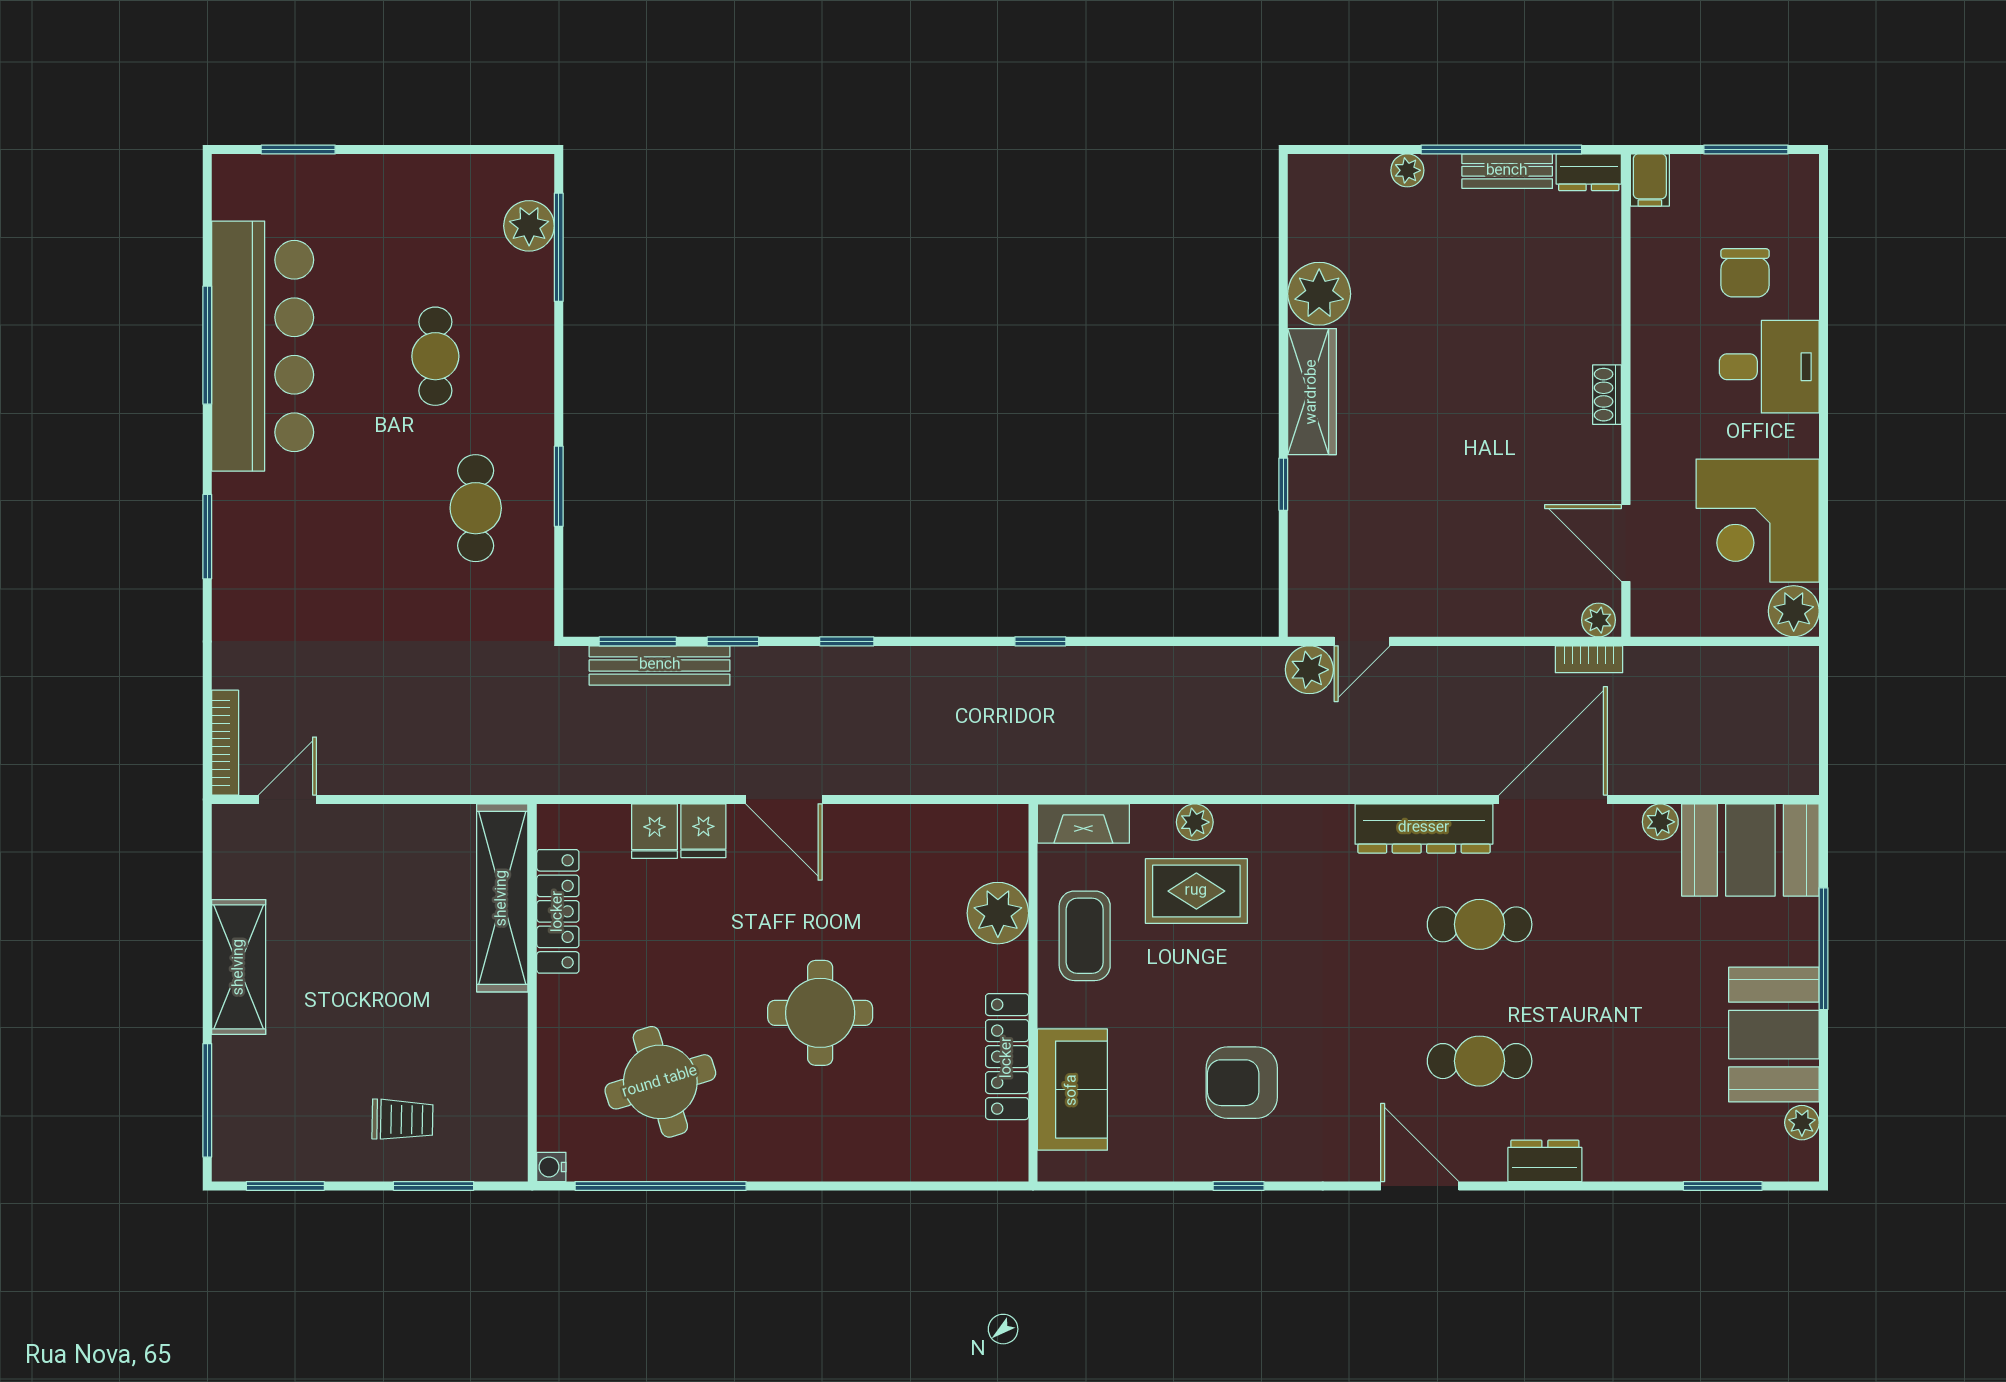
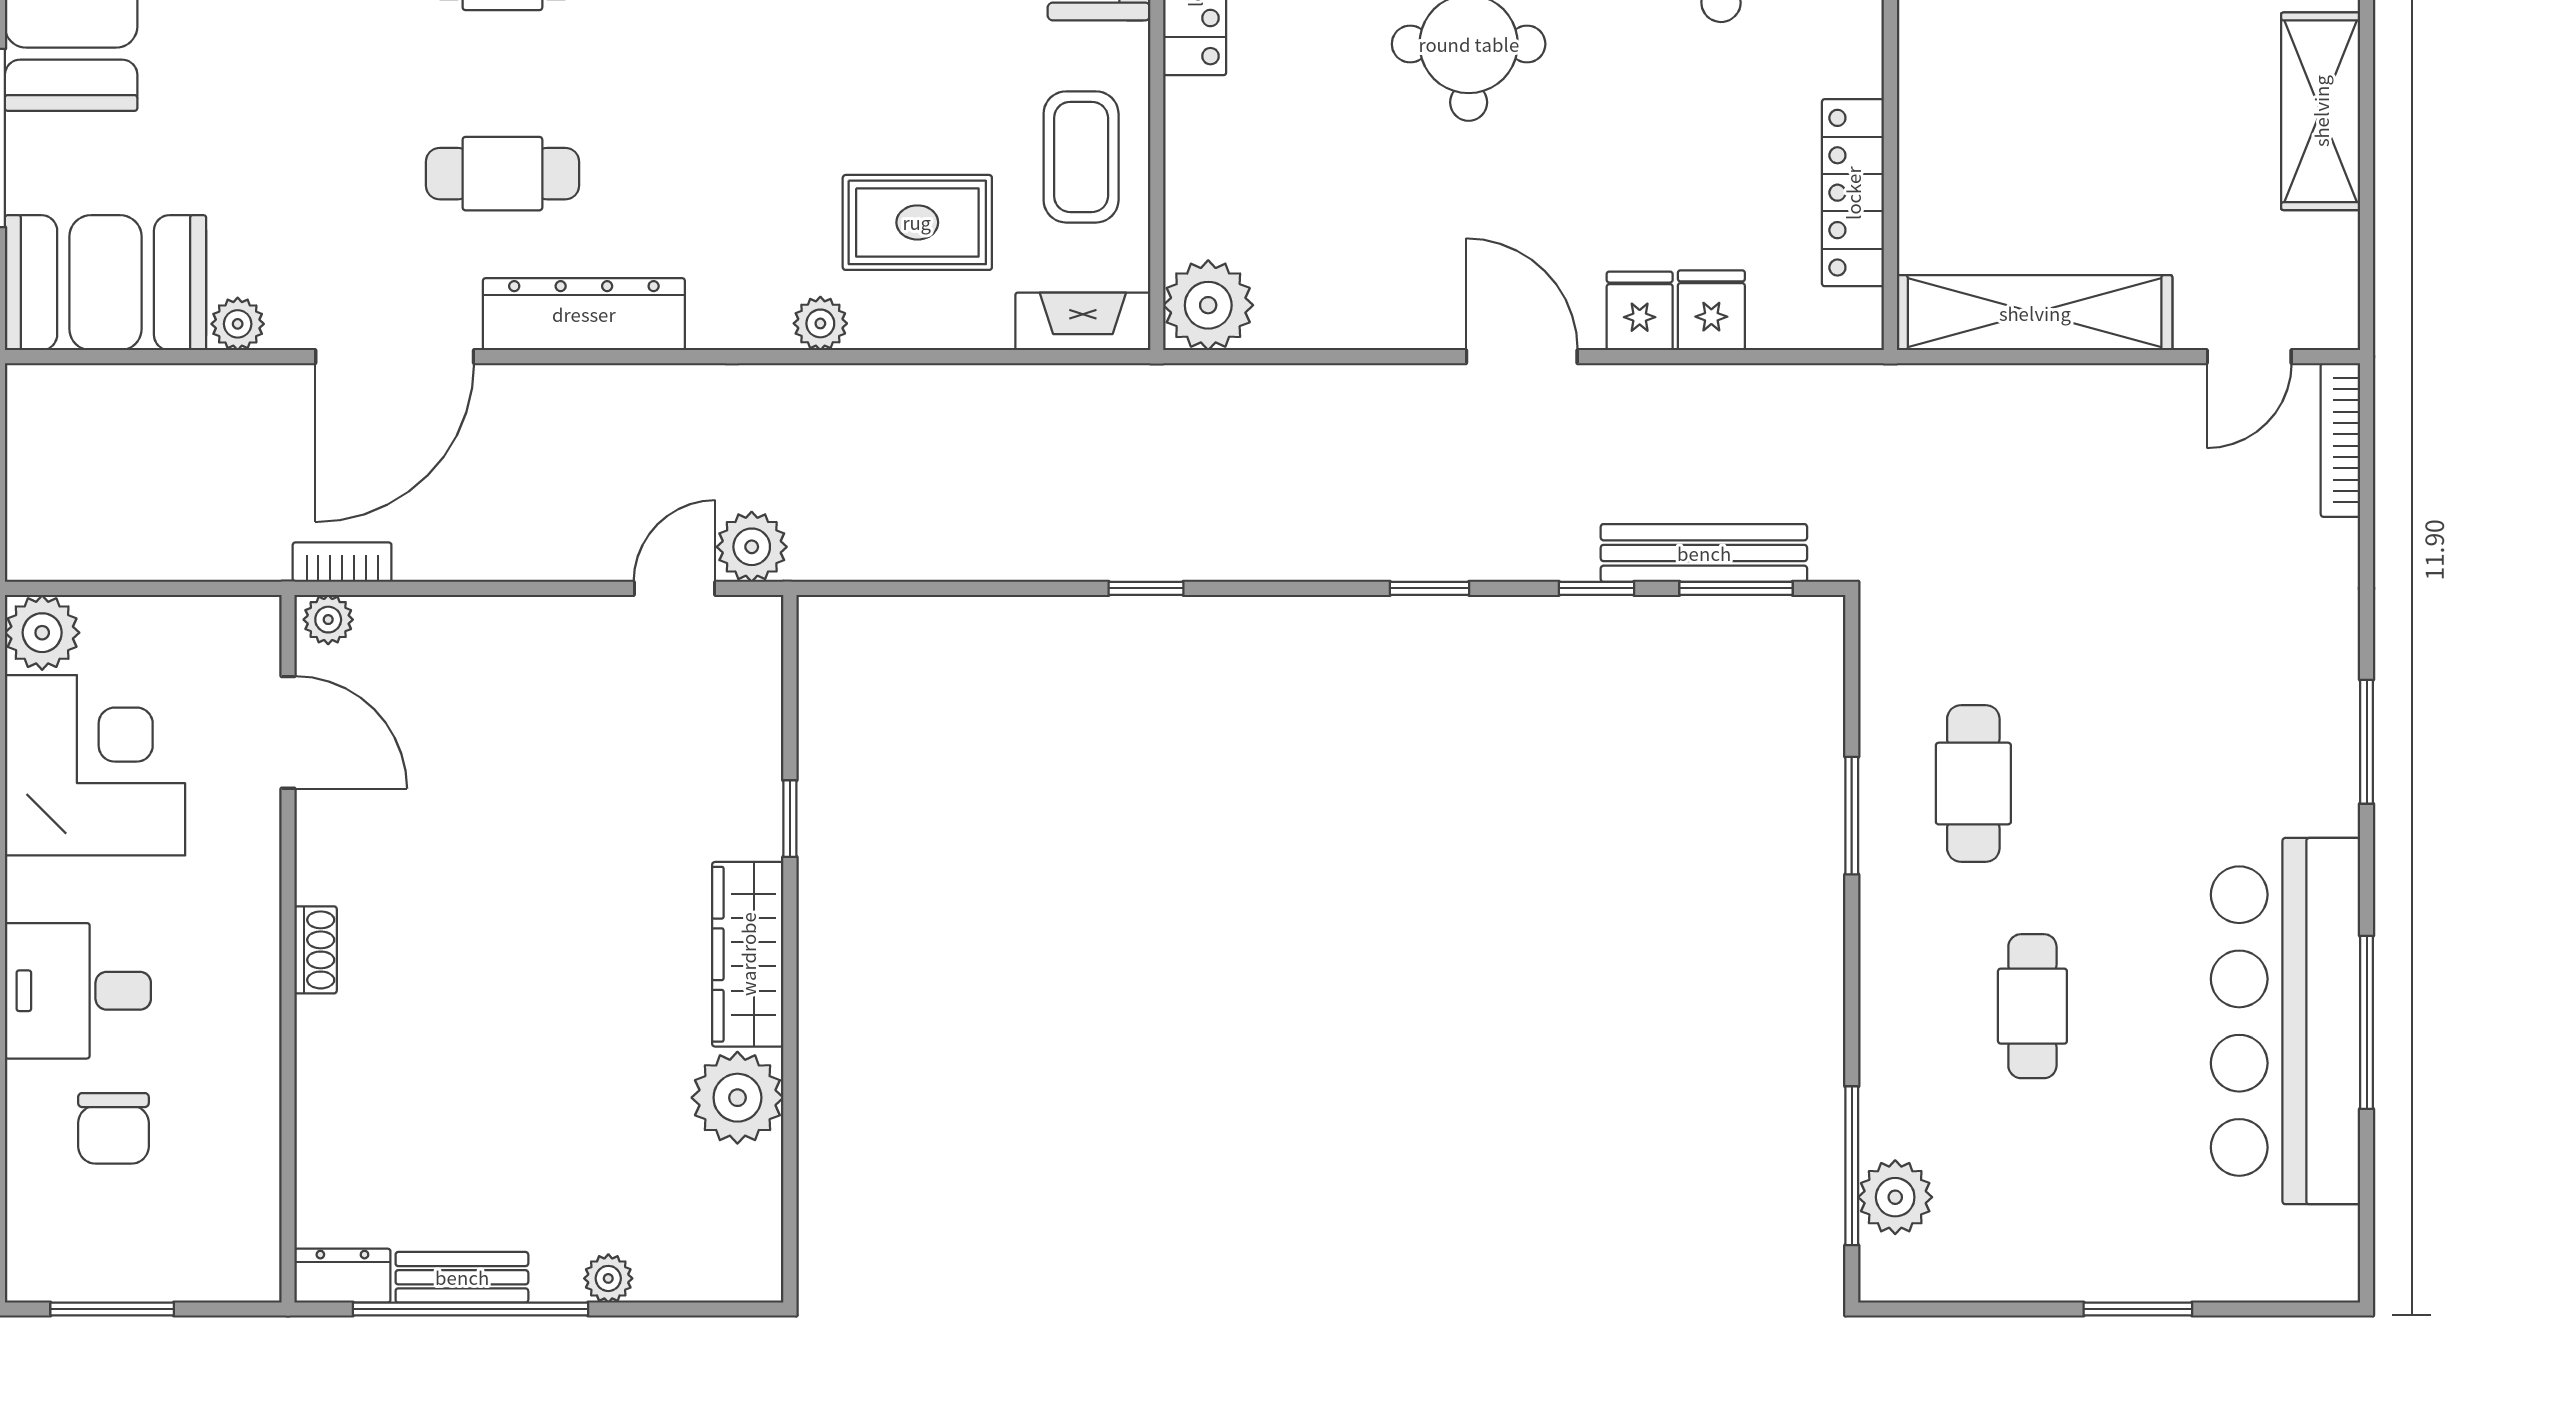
window: (298, 150) -> (2138, 1309), moved
filing cabinet: (1650, 180) -> (253, 1264), removed
chair: (1745, 273) -> (113, 1128), turned 180
plant: (1195, 822) -> (820, 323), moved
shelving: (502, 898) -> (2035, 313), moved, turned 90
plant: (998, 913) -> (1208, 305), moved

